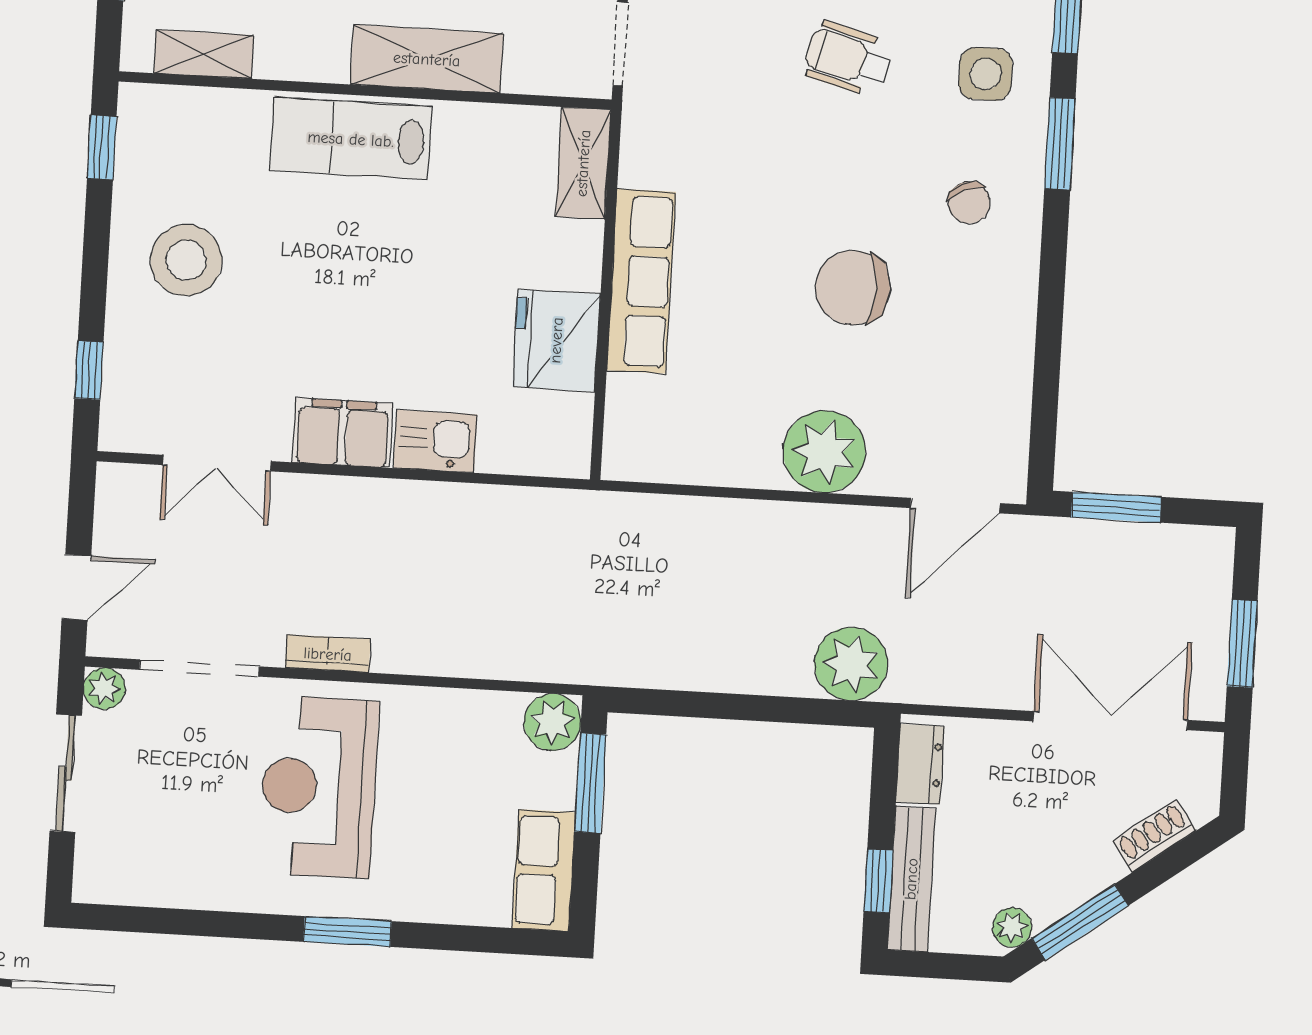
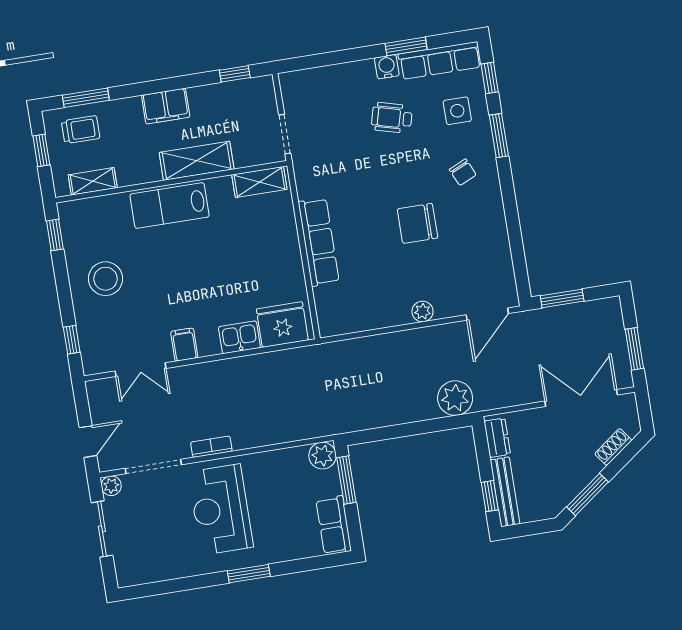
shelving: (583, 163) -> (259, 182), moved, turned 90
fridge: (556, 340) -> (282, 325), moved, turned 90
filing cabinet: (343, 433) -> (184, 345), width x0.50
plant: (824, 452) -> (422, 311), width x0.53, depth x0.53
plant: (1012, 927) -> (557, 504), removed

